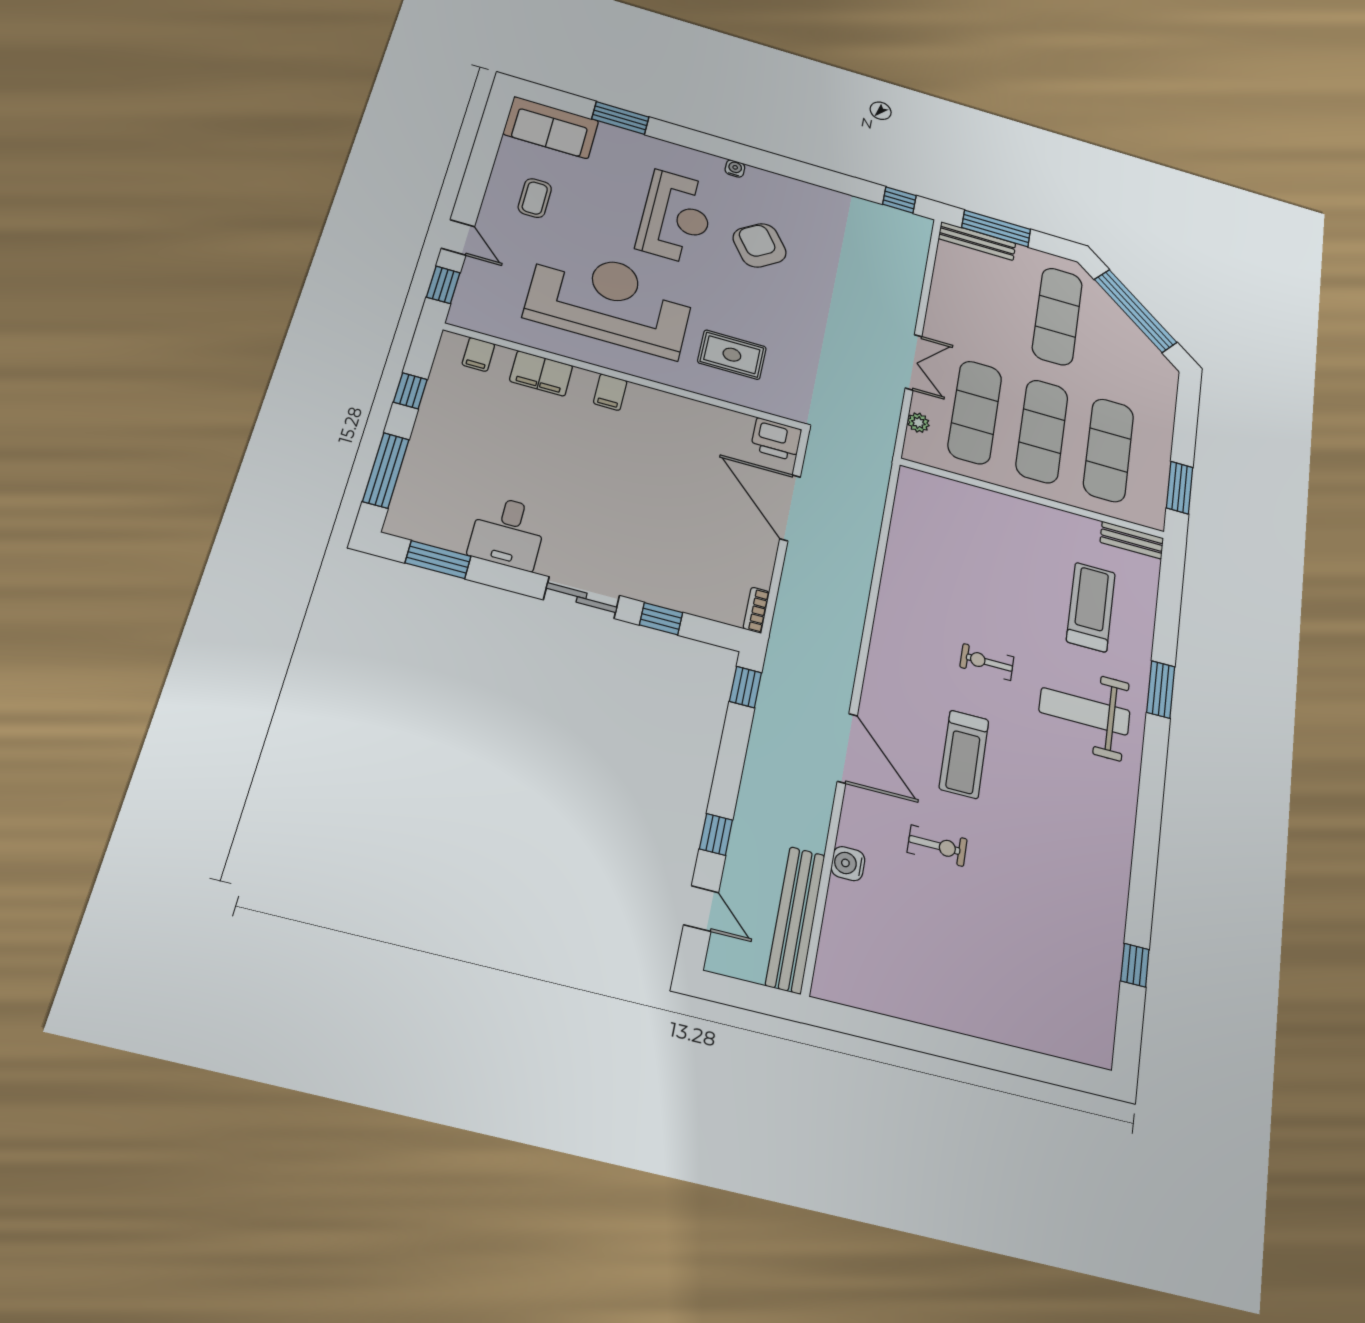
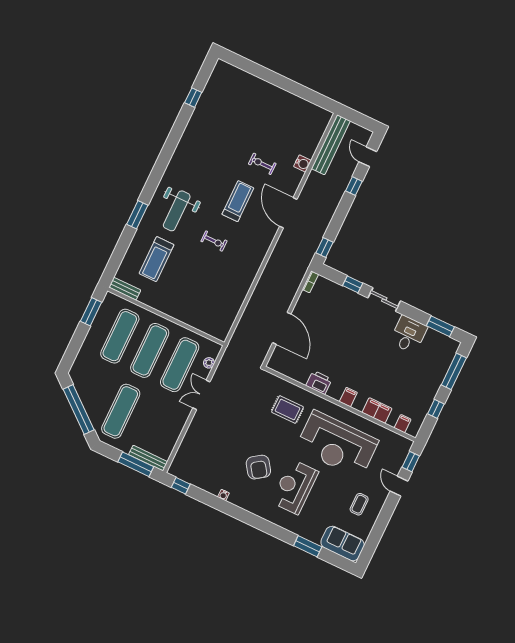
water cooler: (735, 169) -> (223, 495), moved
printer: (776, 439) -> (319, 382), moved
weight bench: (1085, 711) -> (177, 211), turned 90

